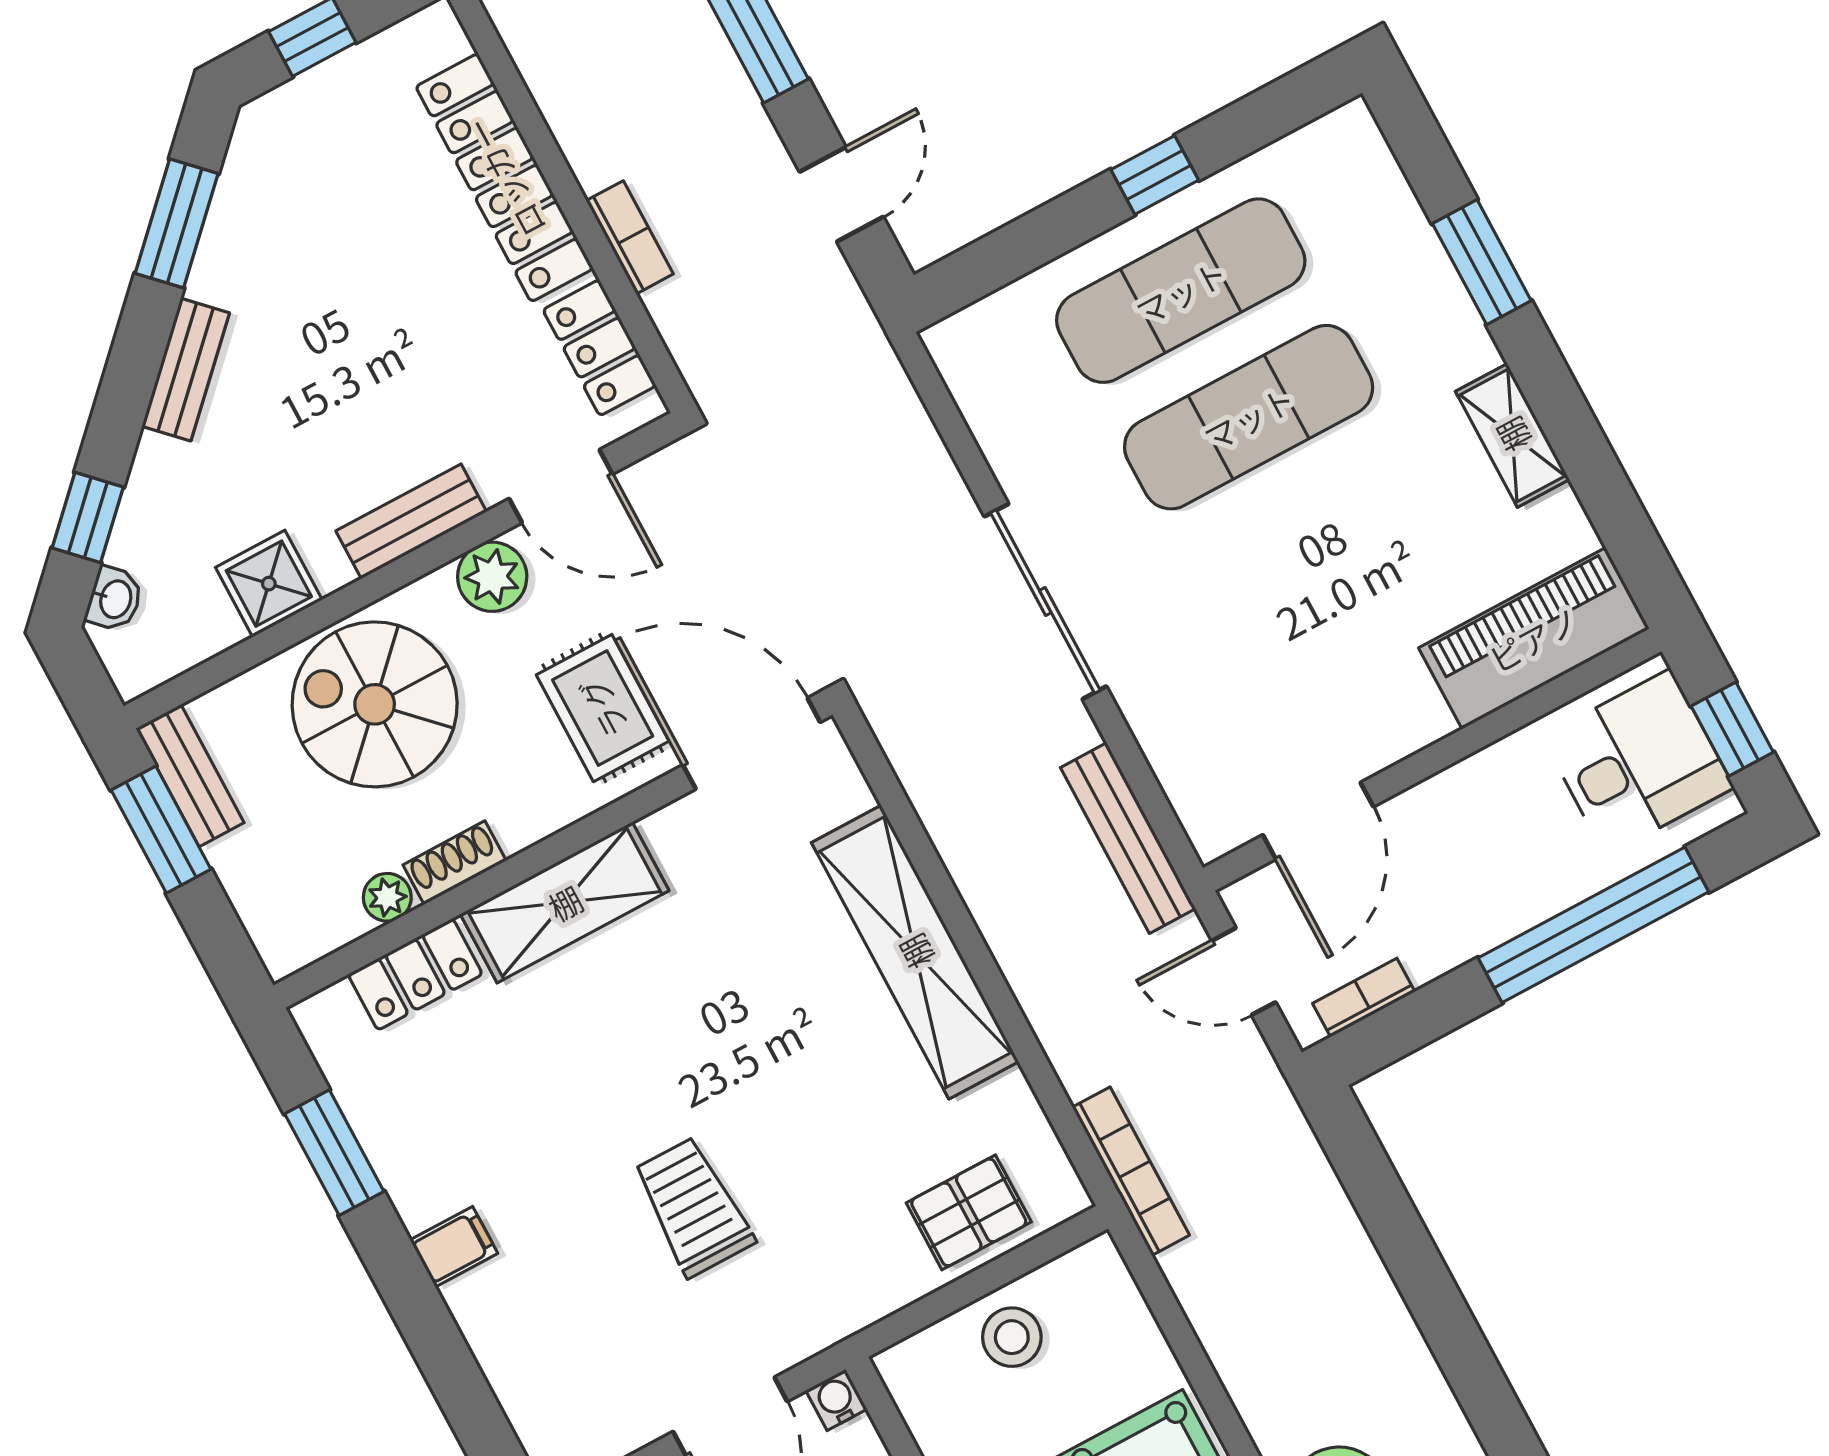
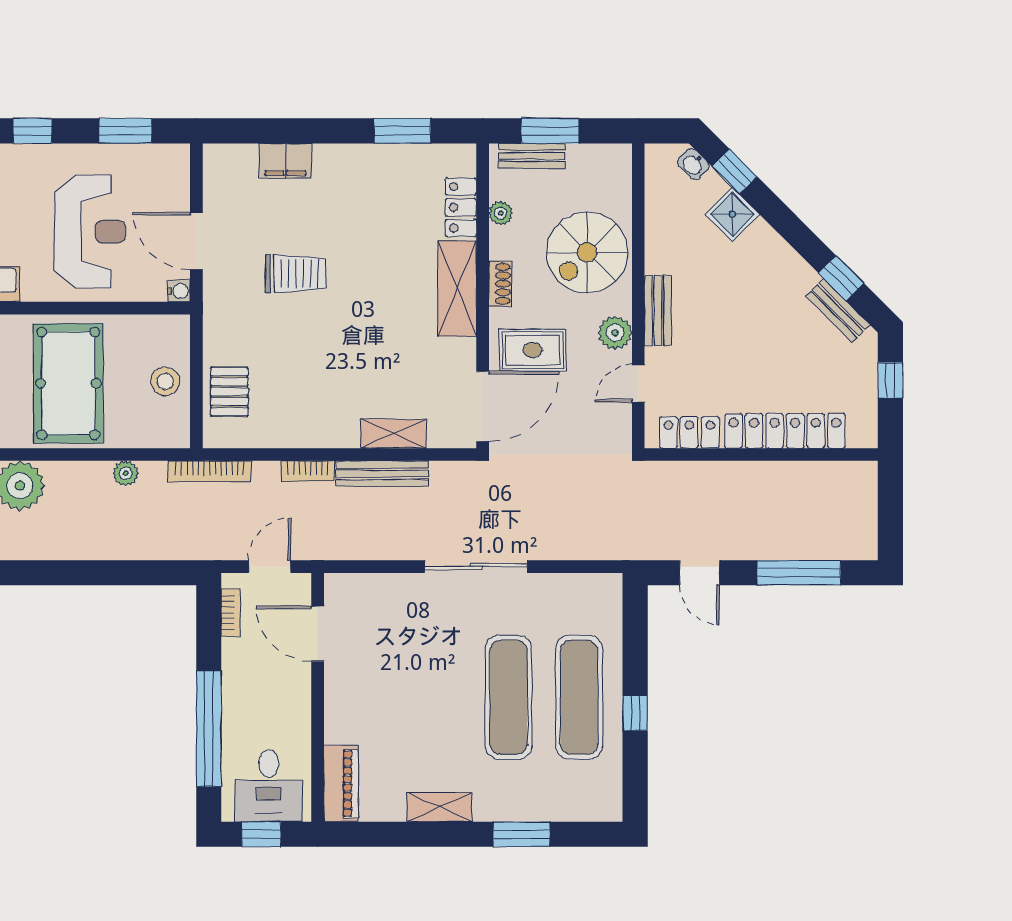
window: (177, 223) -> (841, 278), width x0.67
bookcase: (630, 237) -> (308, 471), moved
bench: (186, 370) -> (838, 310), moved
door: (561, 486) -> (638, 384), width x0.73
shower: (269, 584) -> (732, 214), moved, turned 45
piano: (1534, 638) -> (341, 784), width x0.73, depth x0.75
spiral stairs: (375, 704) -> (587, 252), turned 180
bench: (190, 776) -> (532, 156), moved
window: (161, 830) -> (550, 131), moved
bench: (1128, 838) -> (382, 474), moved
shoe rack: (455, 863) -> (500, 284), moved
shelving: (915, 952) -> (393, 434), width x0.45, depth x0.75
filing cabinet: (454, 1247) -> (286, 161), moved, width x2.00
plant: (1215, 1320) -> (126, 473), added

